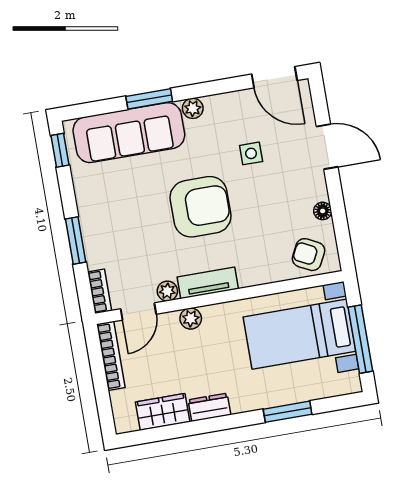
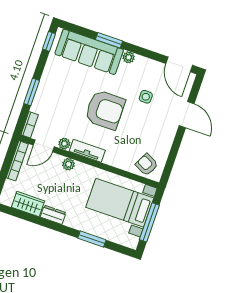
floor lamp: (323, 211) -> (166, 146), removed

